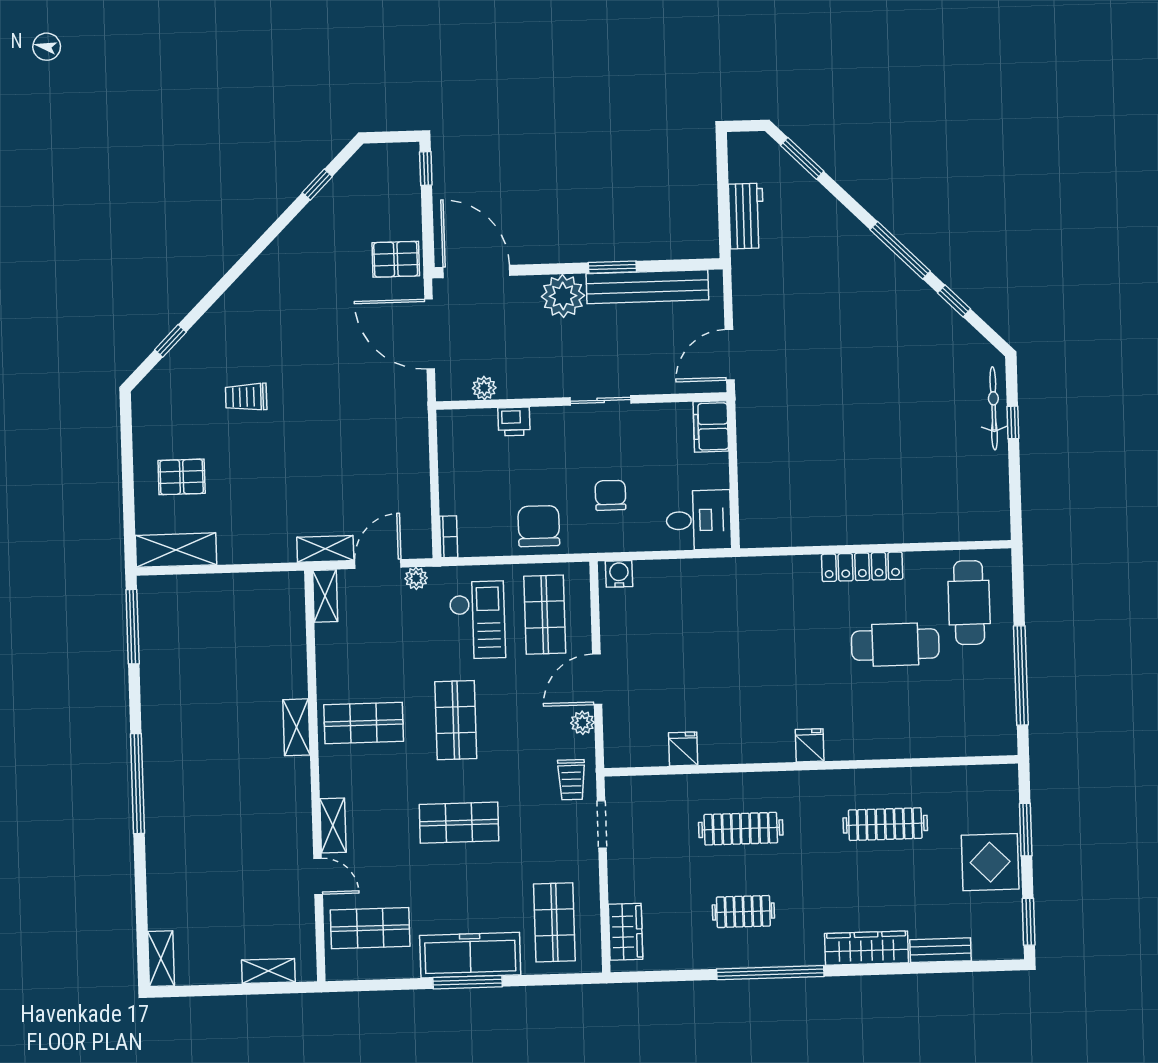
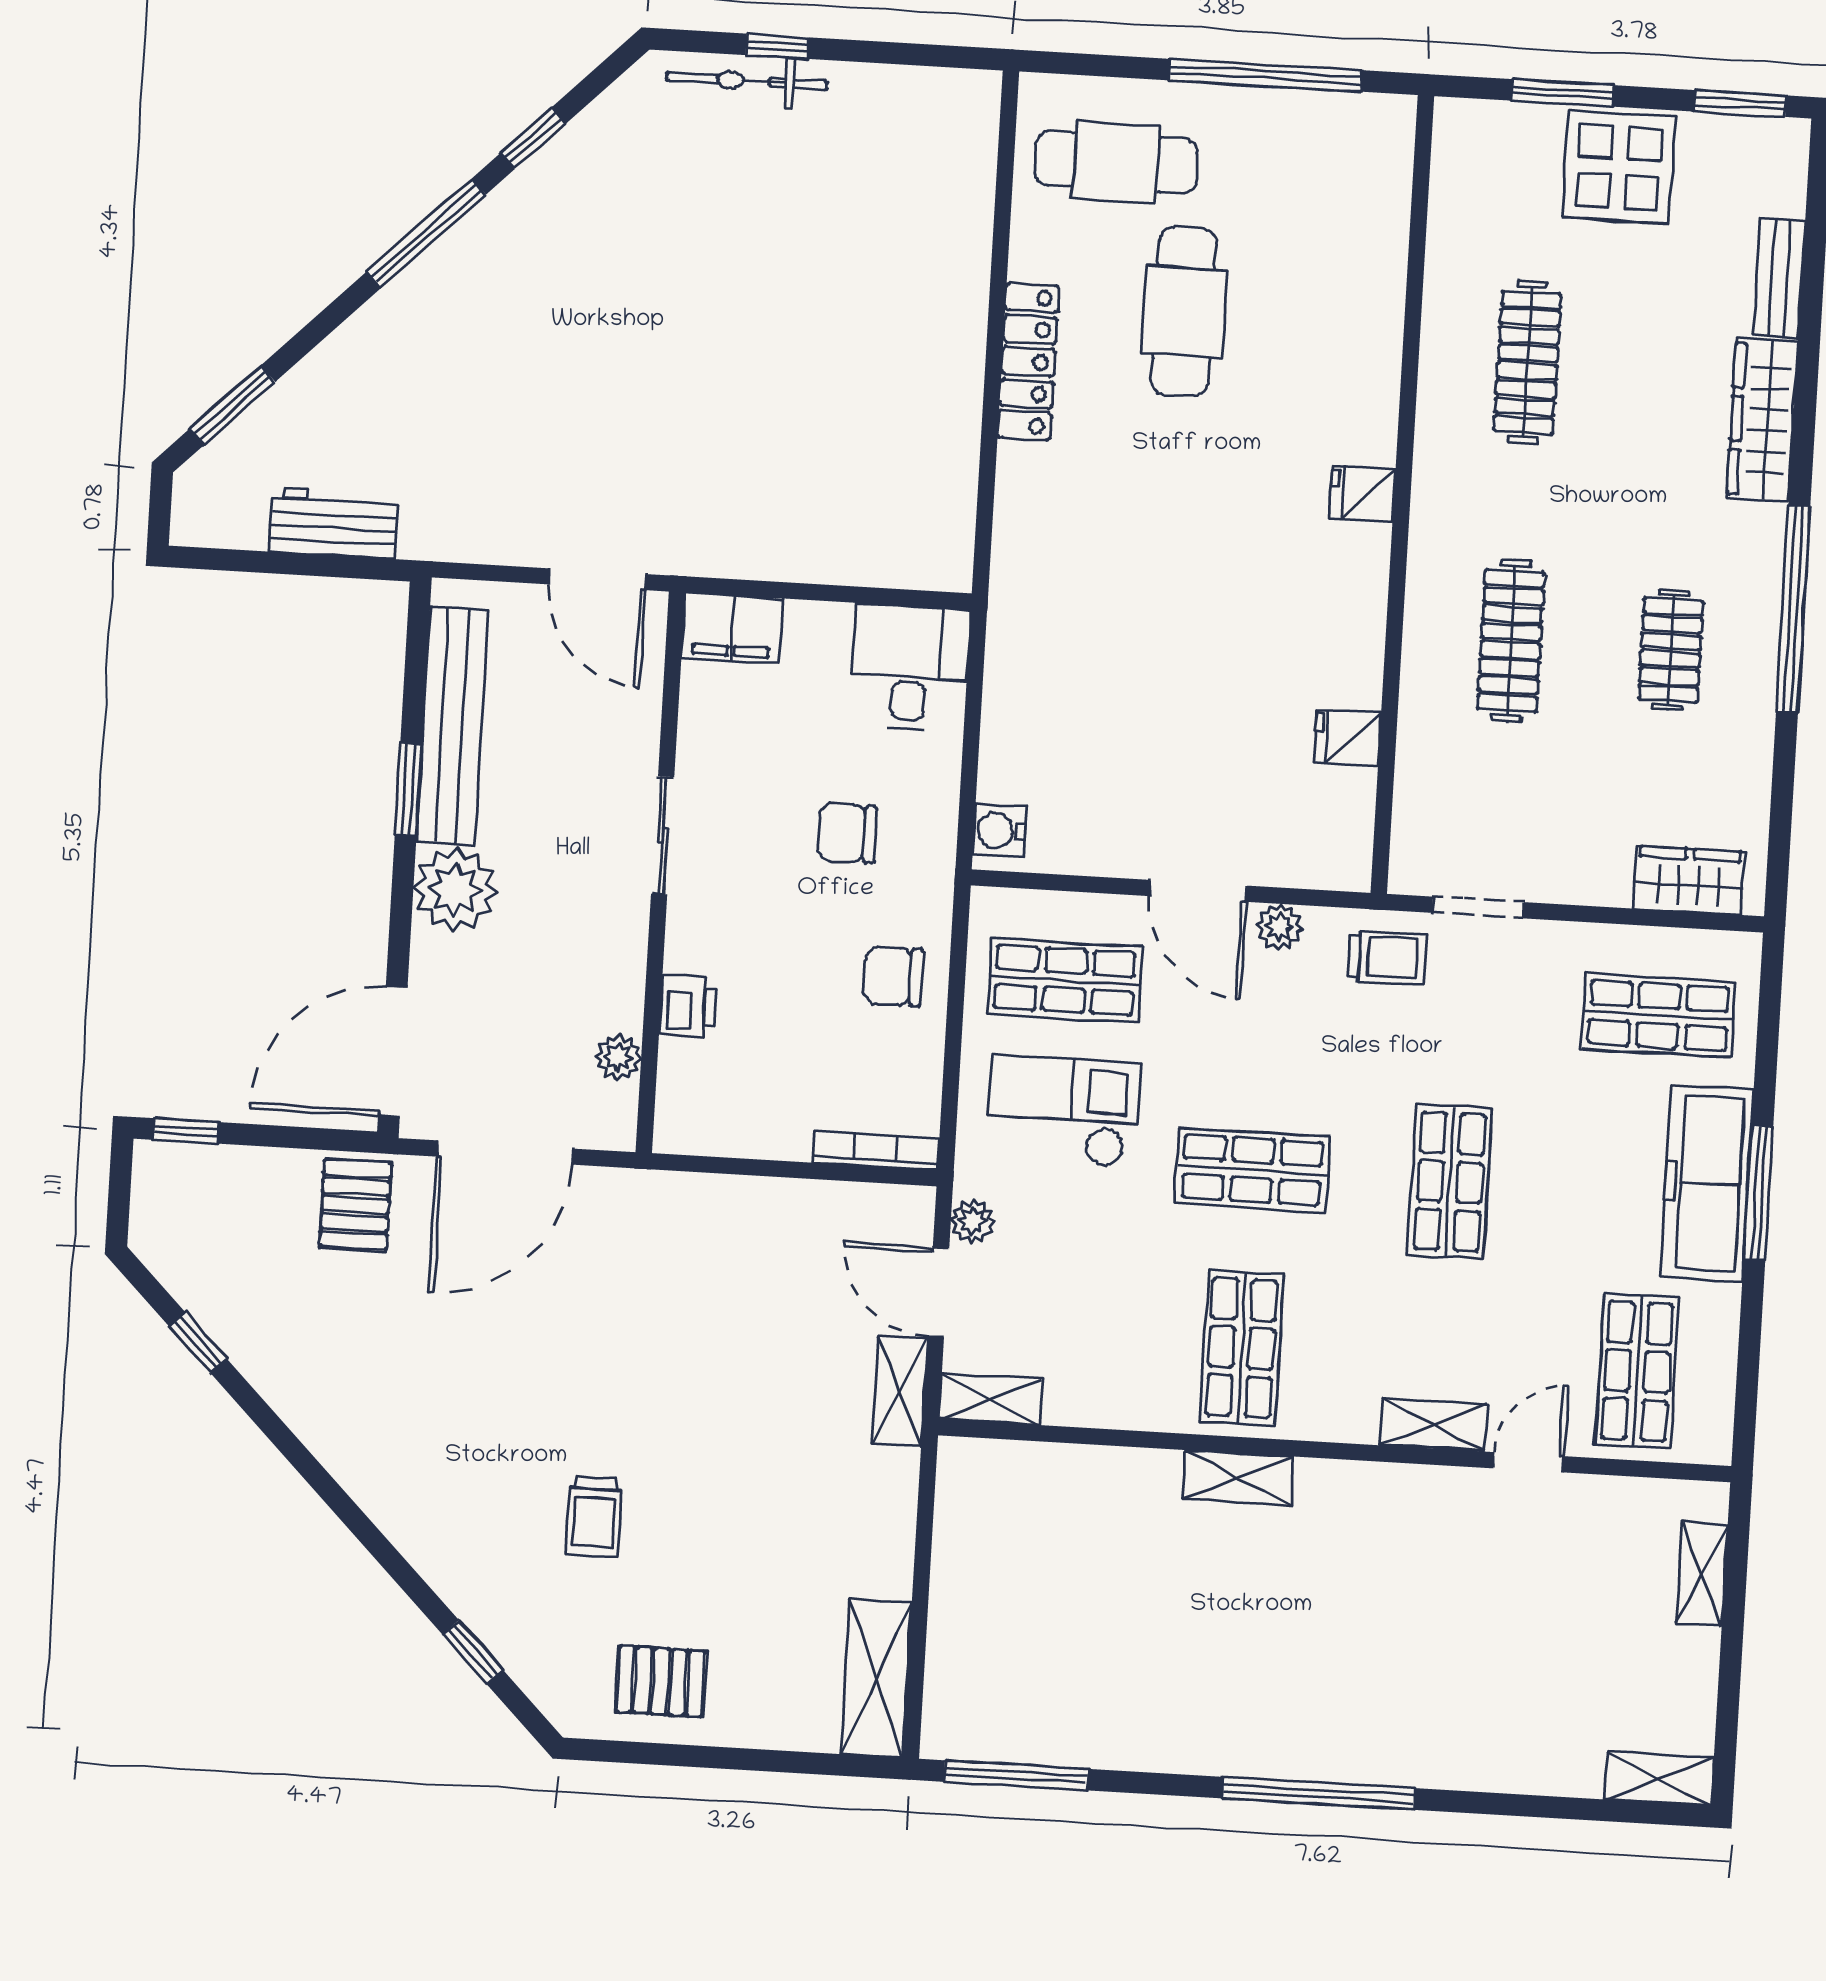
pallet: (182, 477) -> (661, 1681), moved, turned 90
chair: (539, 526) -> (893, 976), width x0.73, depth x0.73
bookcase: (449, 537) -> (876, 1150), width x1.56

